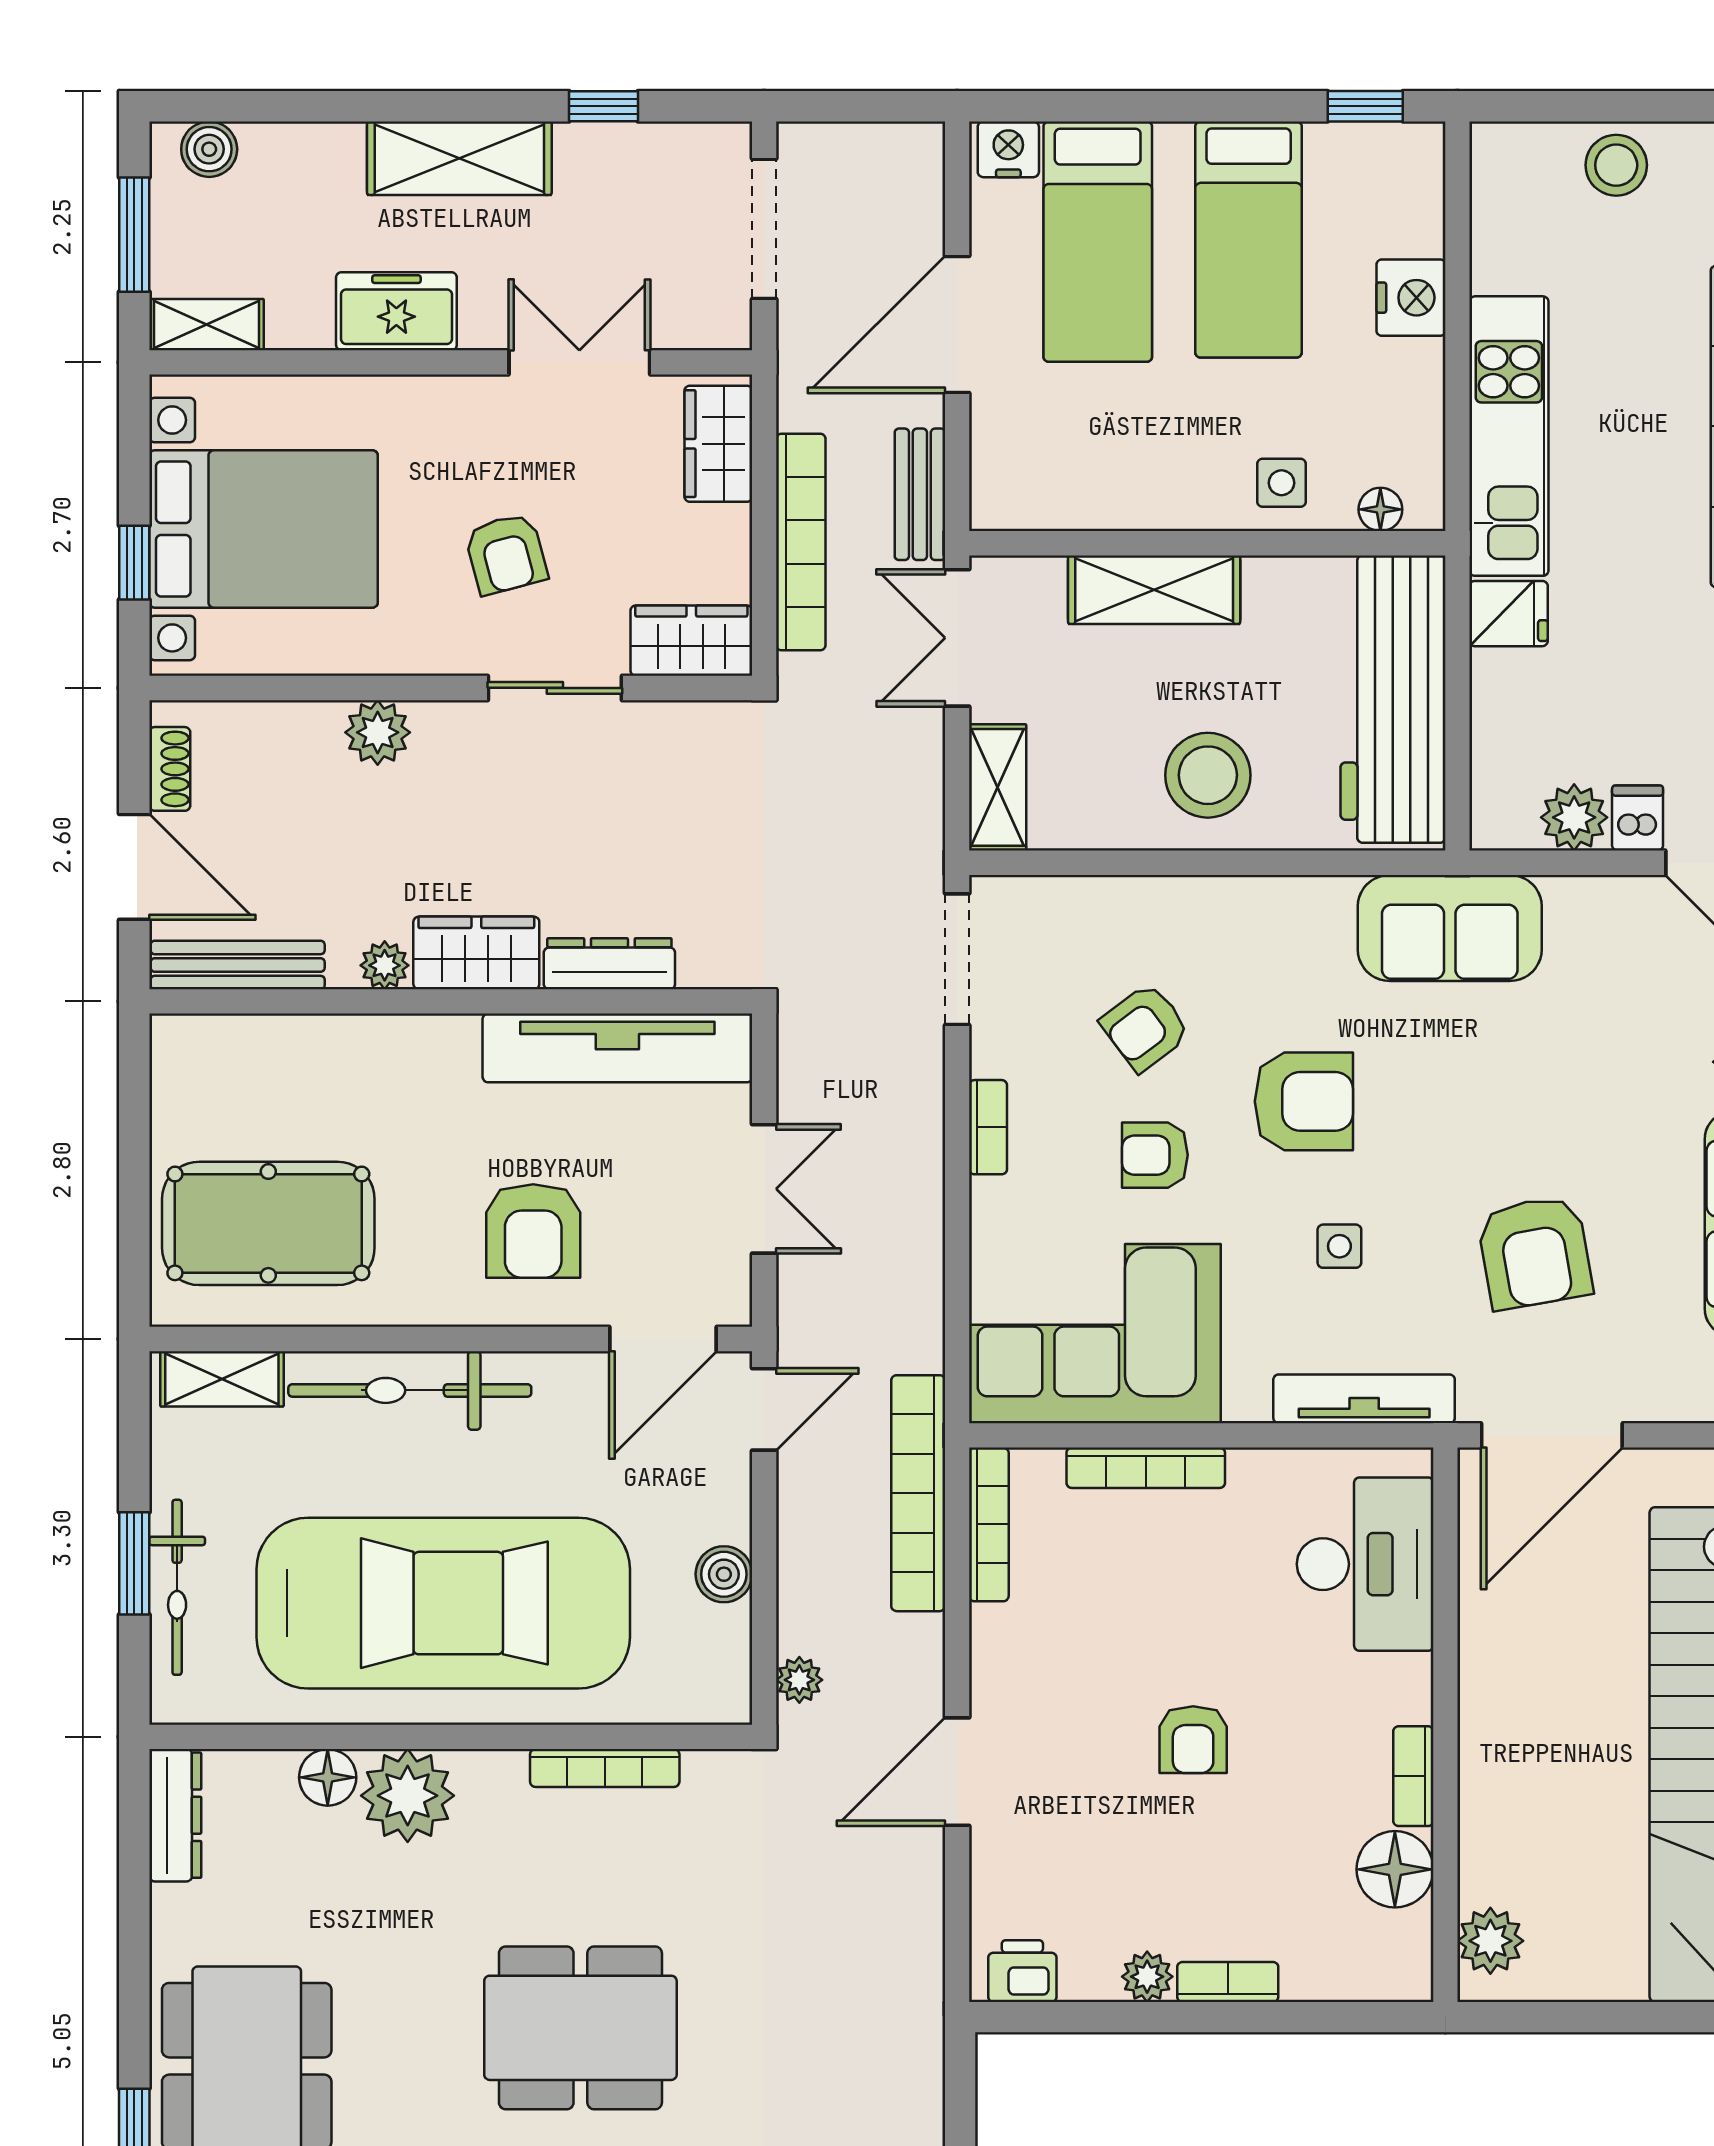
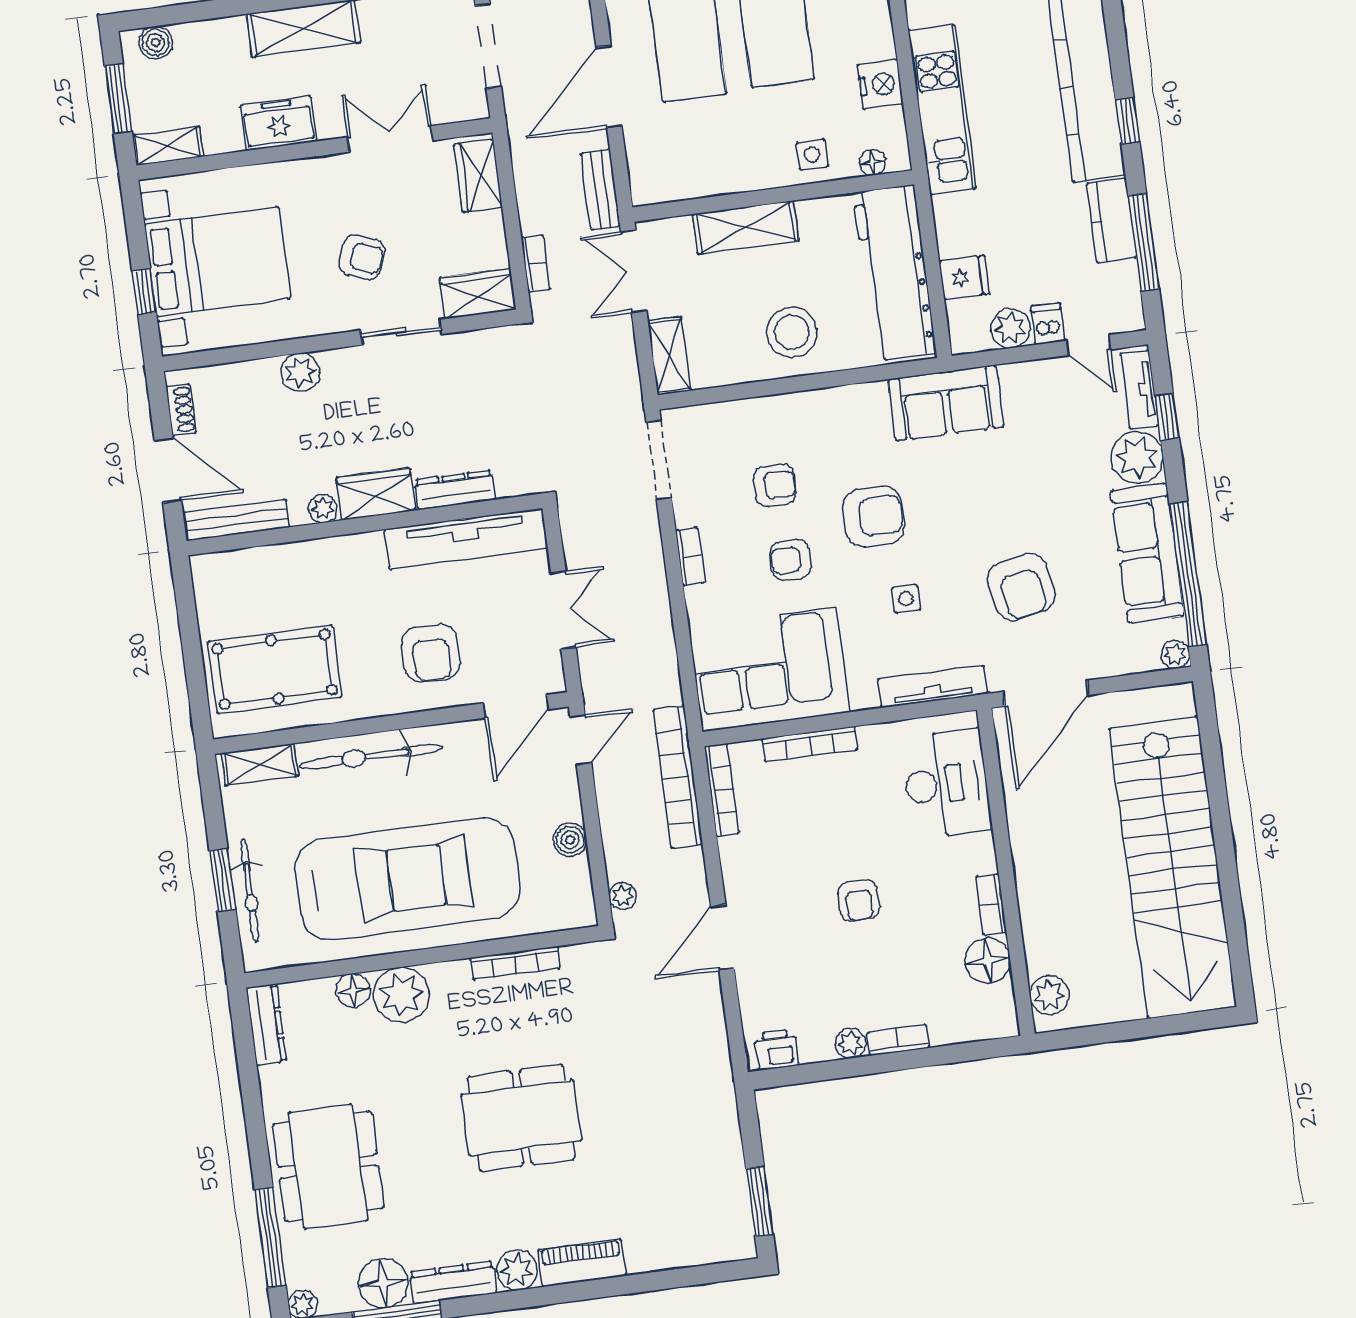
nightstand: (1411, 298) -> (880, 84), moved
bookcase: (801, 542) -> (536, 264), width x0.43, depth x0.76
armchair: (506, 554) -> (362, 257), turned -54
fridge: (1509, 614) -> (964, 277), moved
armchair: (1145, 1027) -> (775, 485), turned -143

